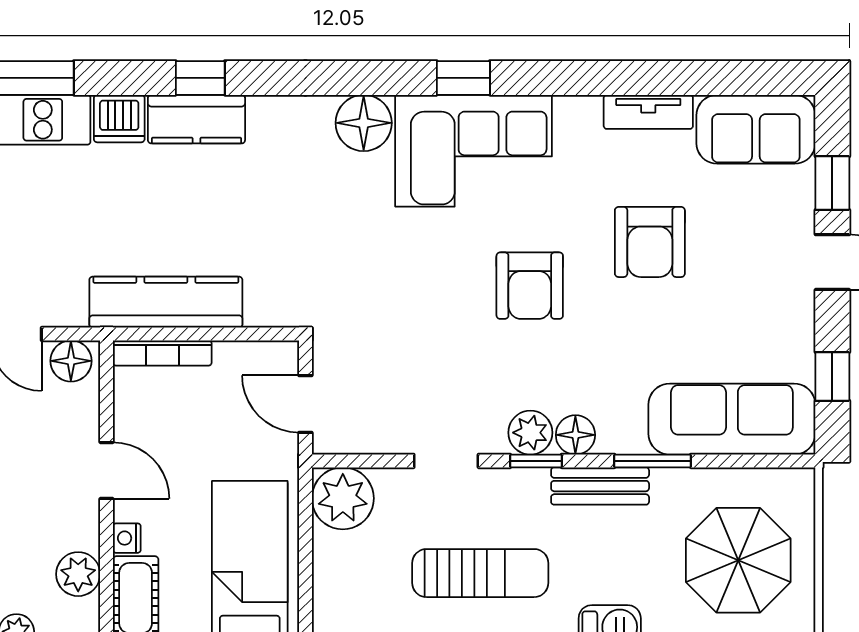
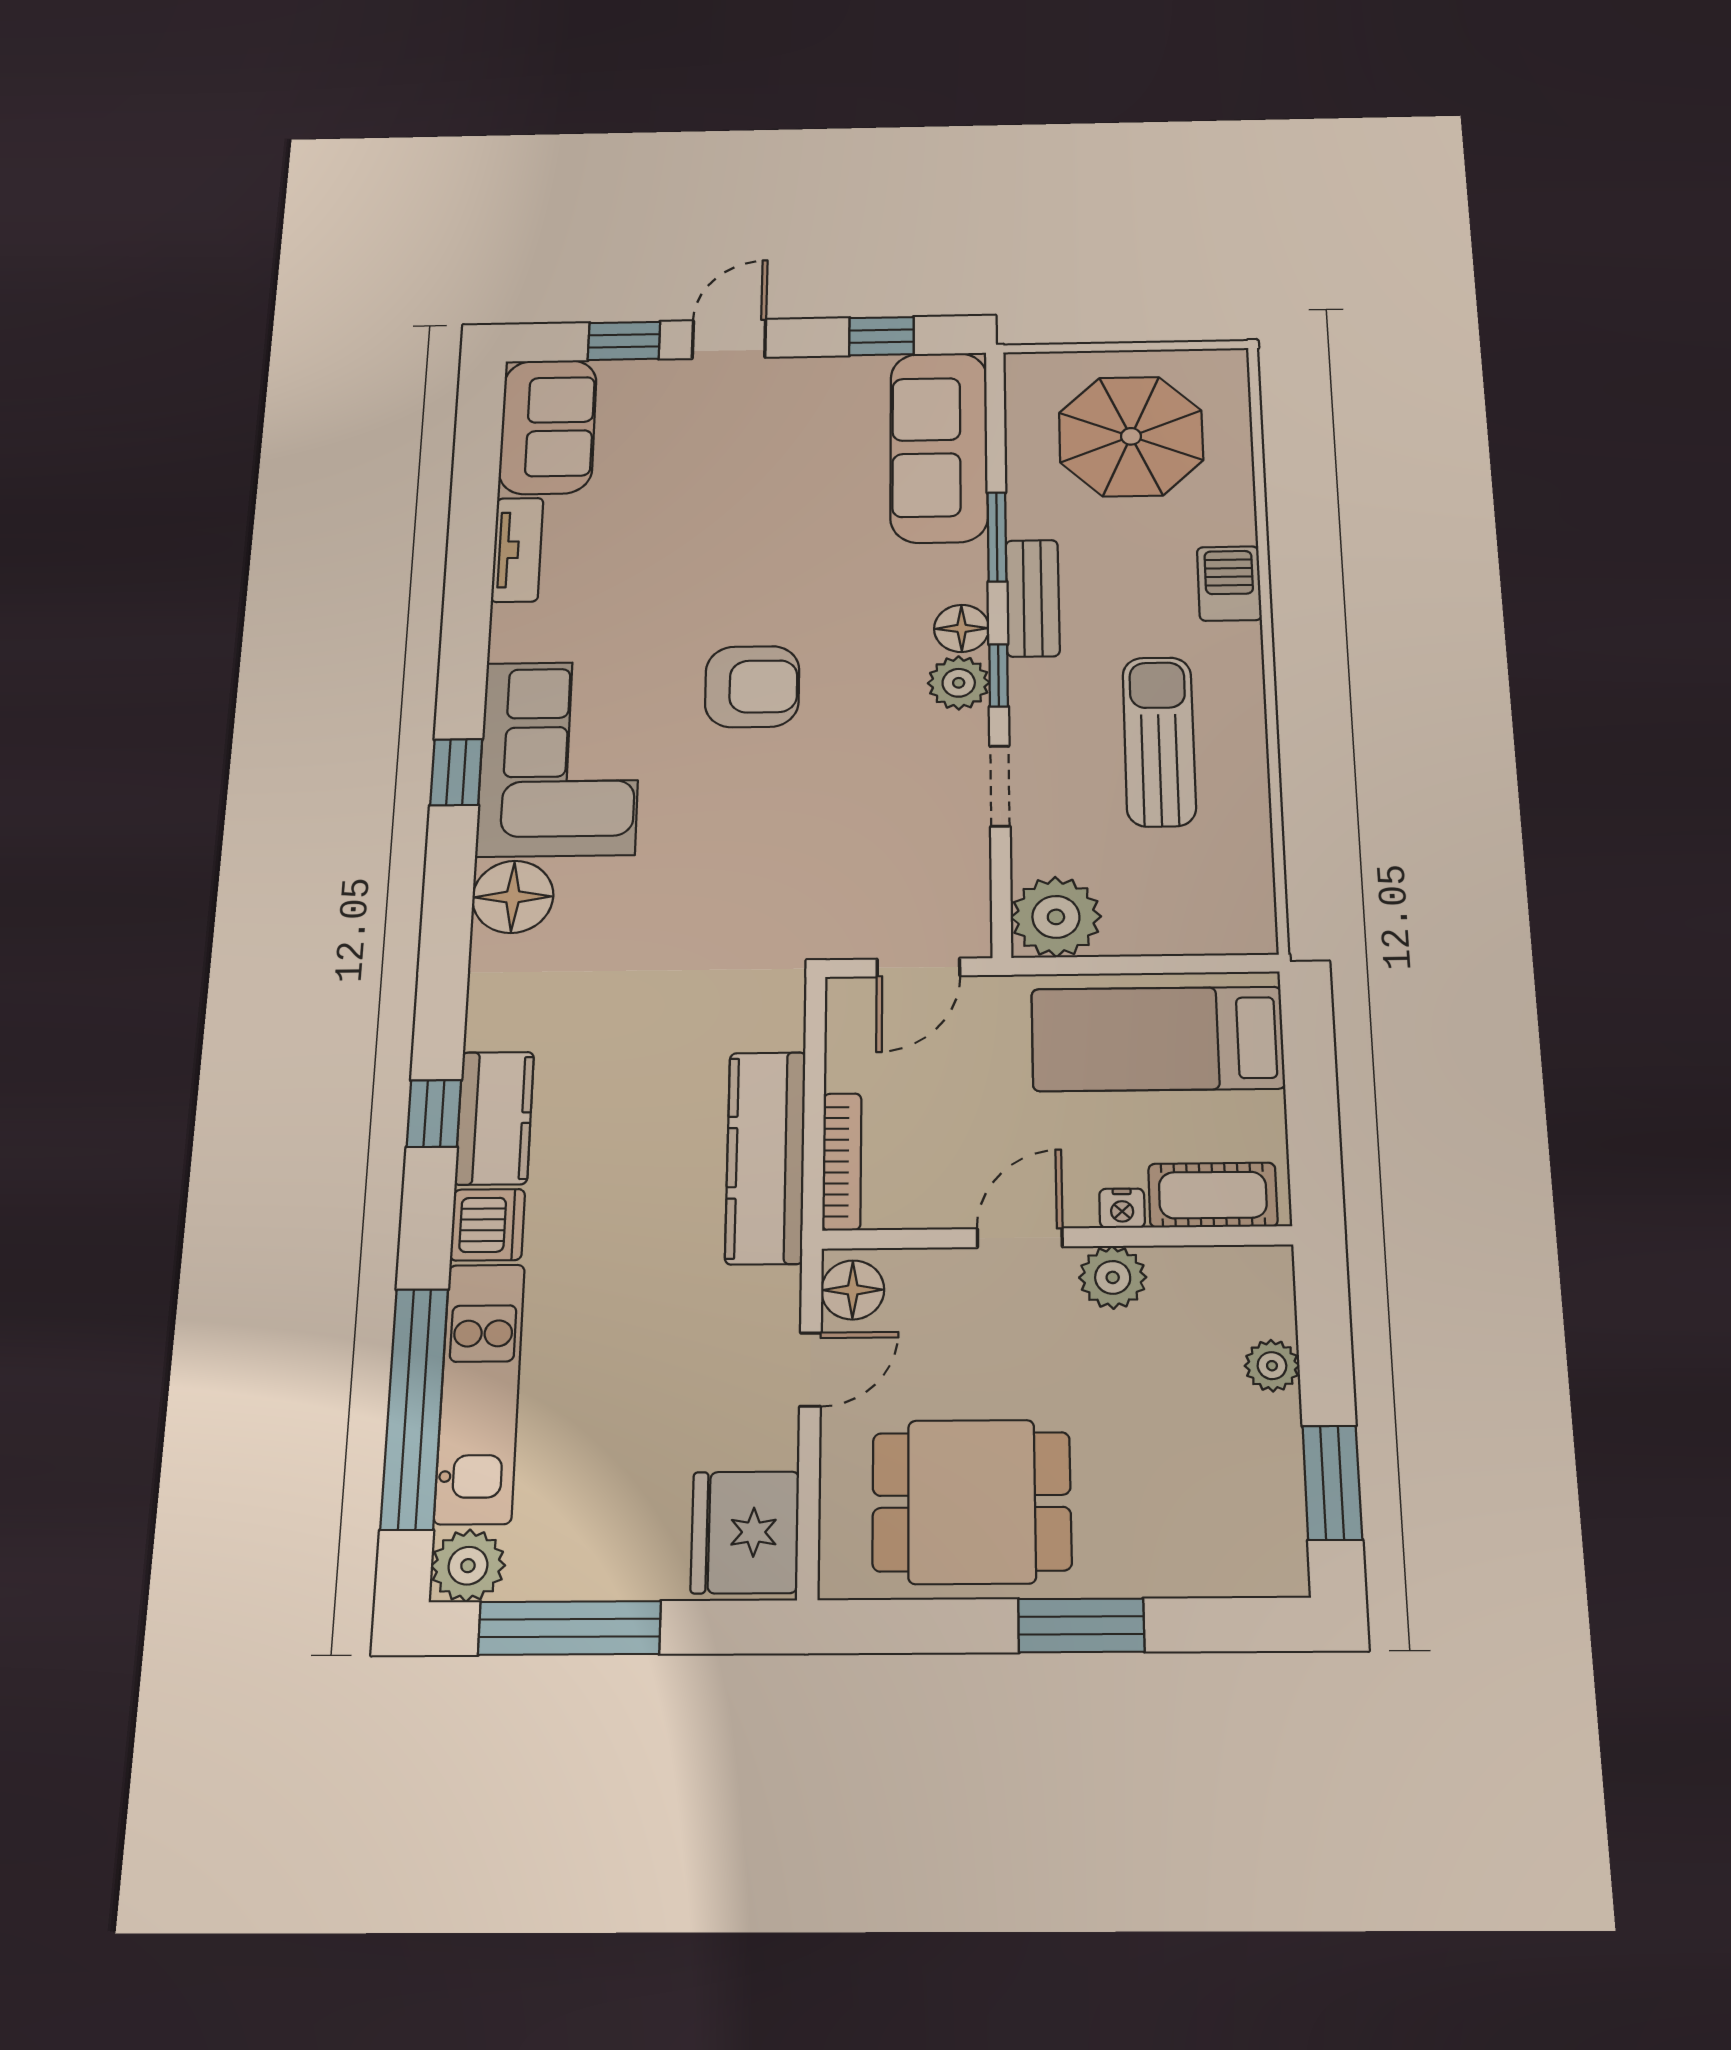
armchair: (650, 242) -> (696, 545), removed
plant: (78, 574) -> (1113, 1277), moved

